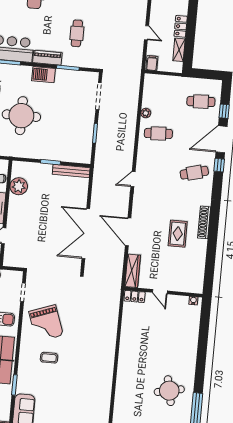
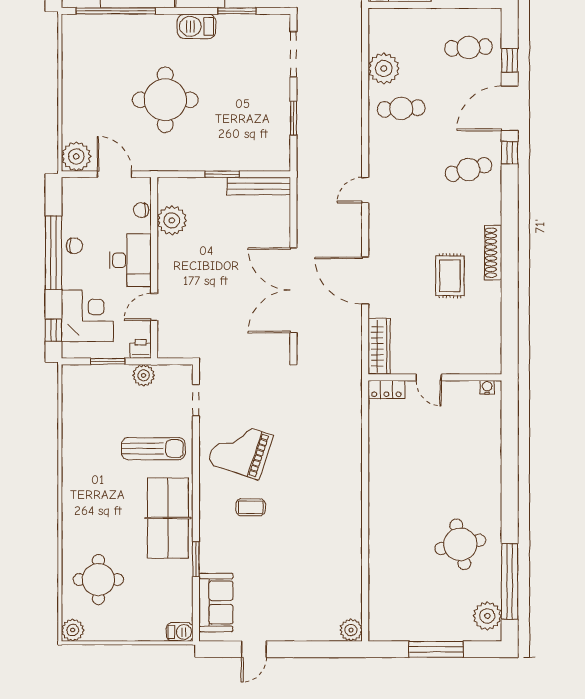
plant: (146, 113) -> (384, 68), width x1.88, depth x1.88
grand piano: (46, 323) -> (240, 449), turned 128

